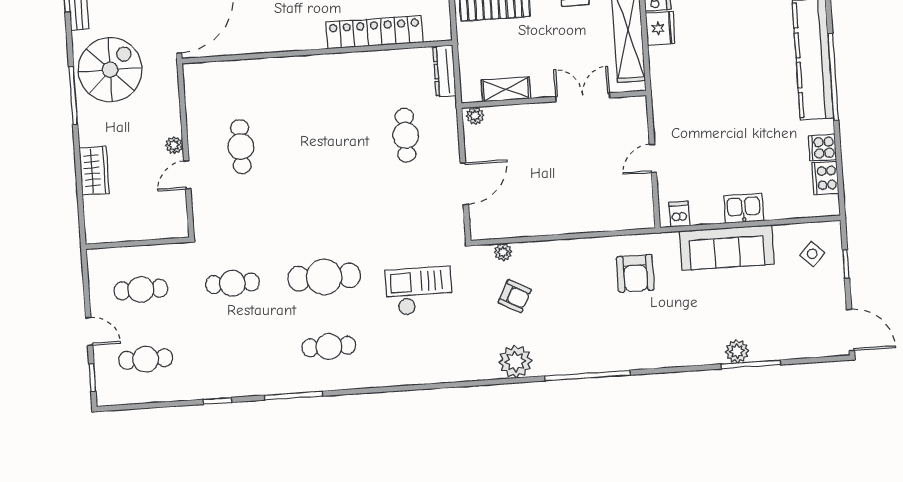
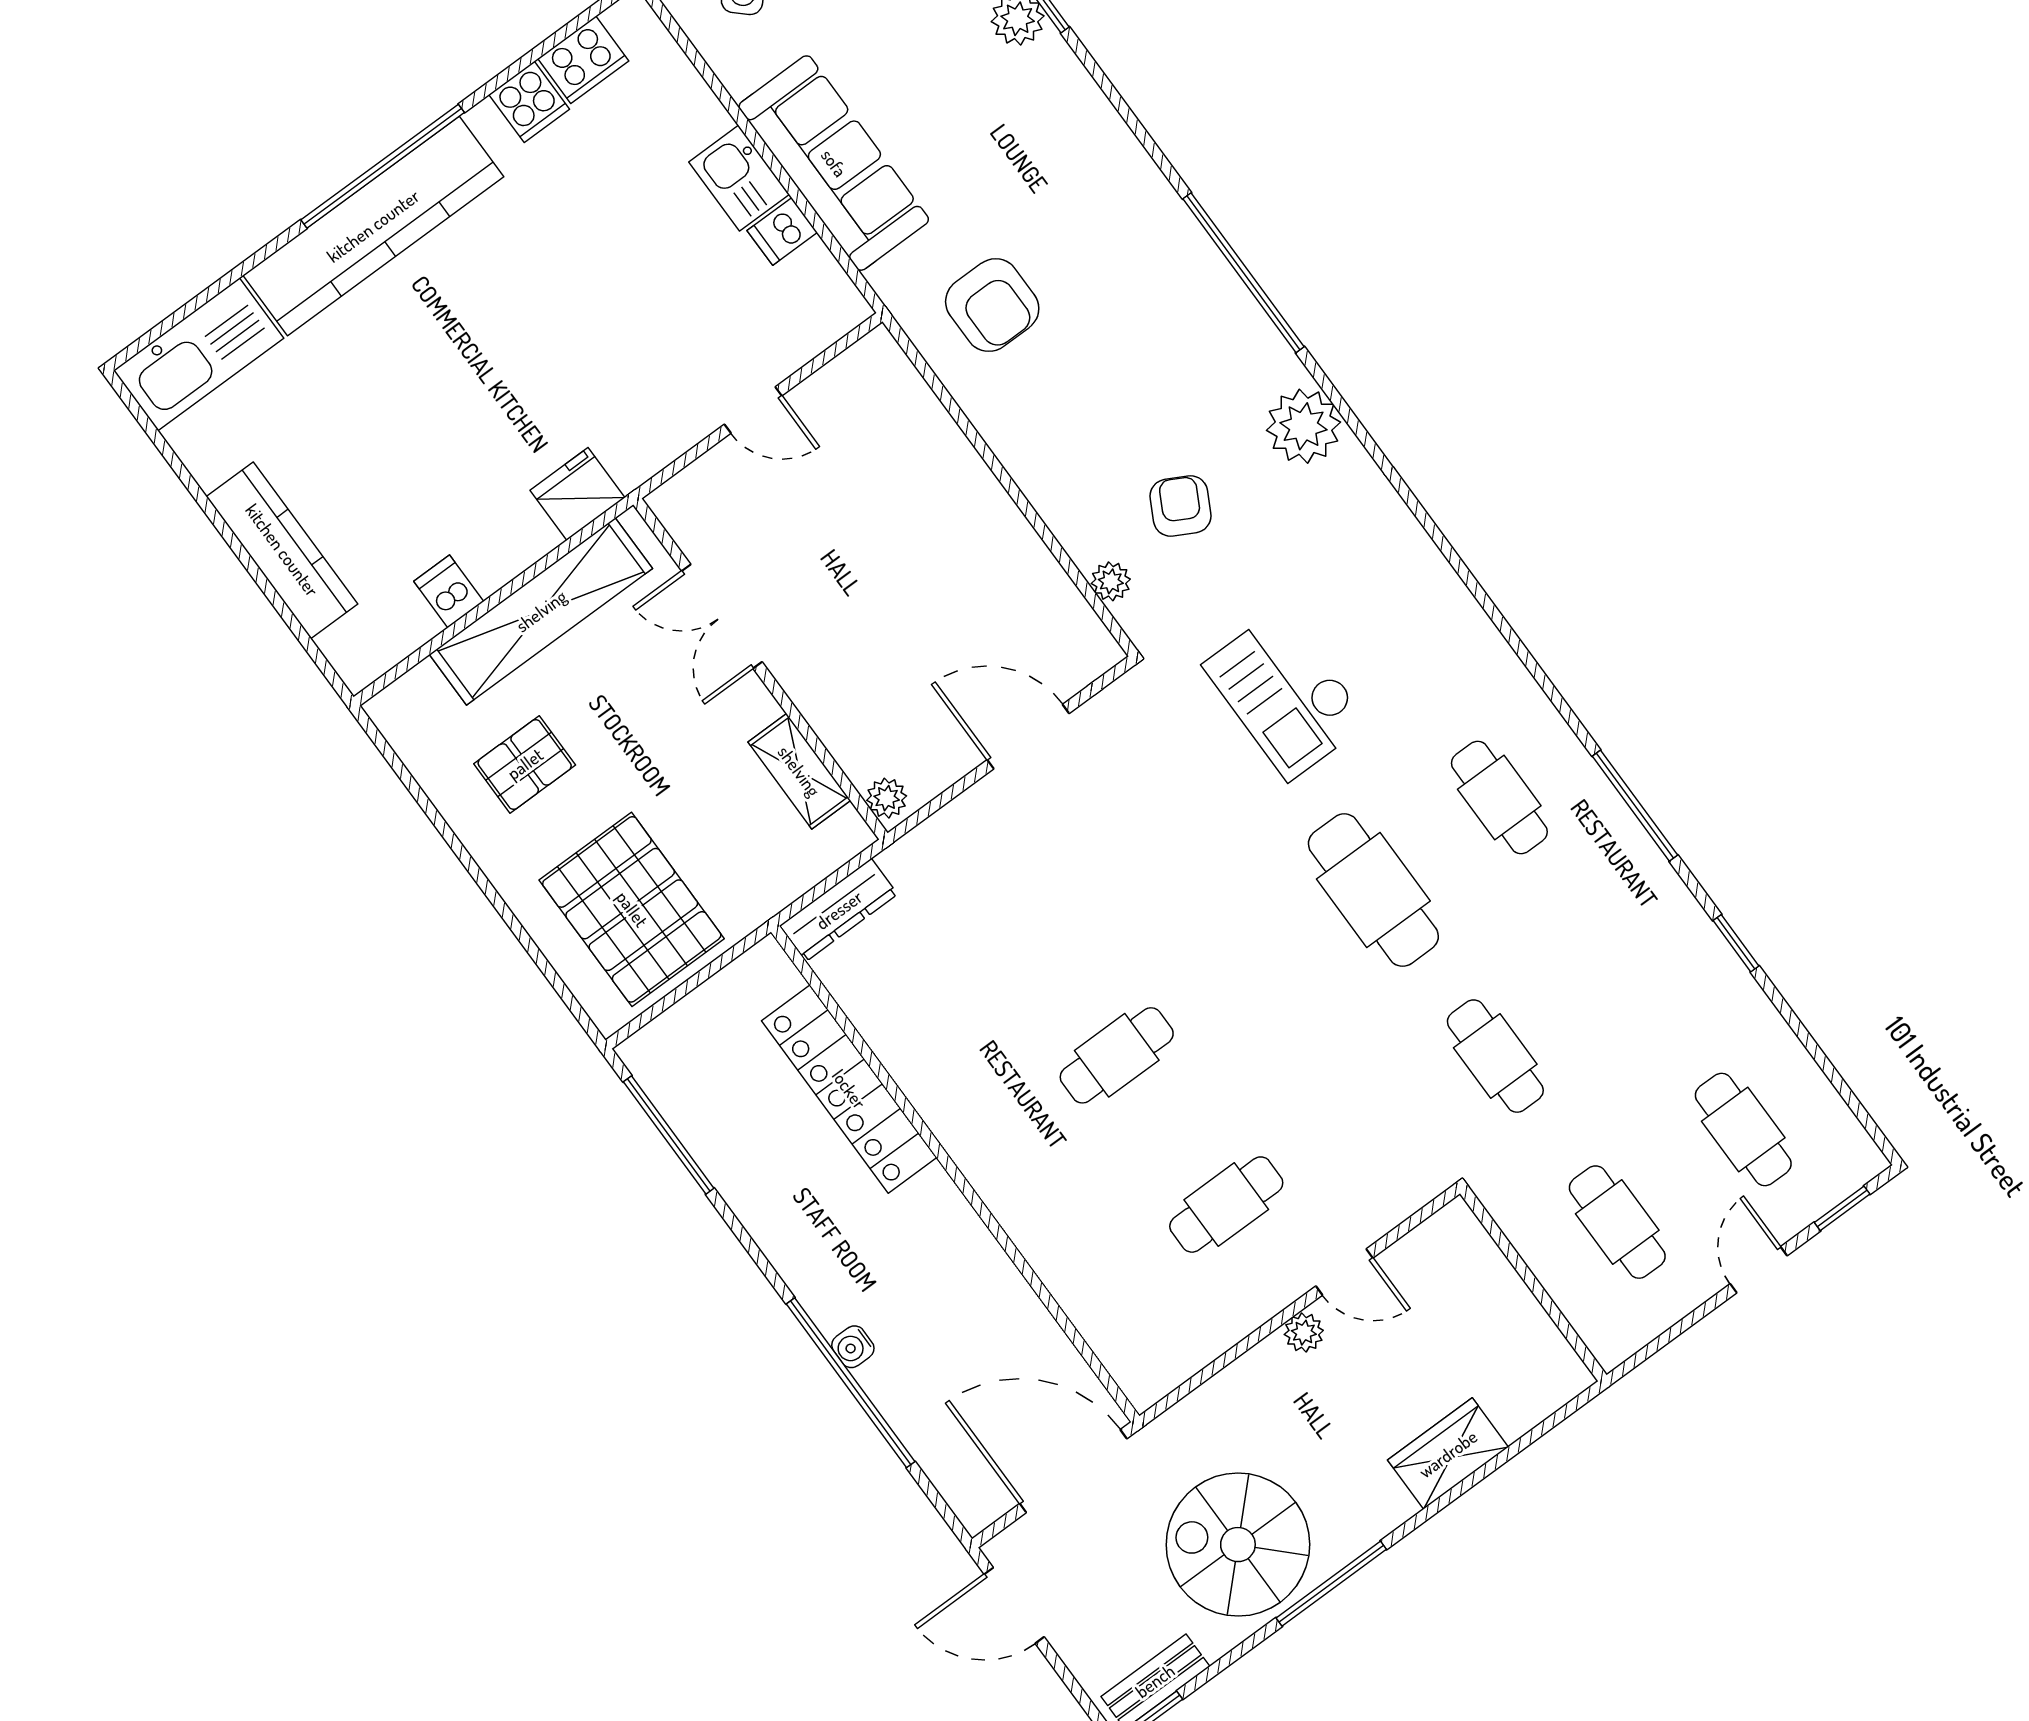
fridge: (660, 28) -> (578, 494), moved
cafe table: (406, 135) -> (1117, 1055), moved
dishwasher: (679, 214) -> (782, 232), moved
armchair: (635, 273) -> (992, 305), turned 90

